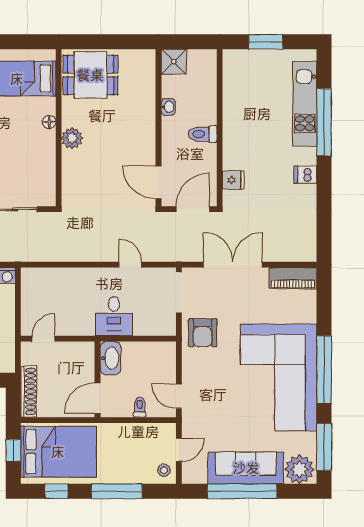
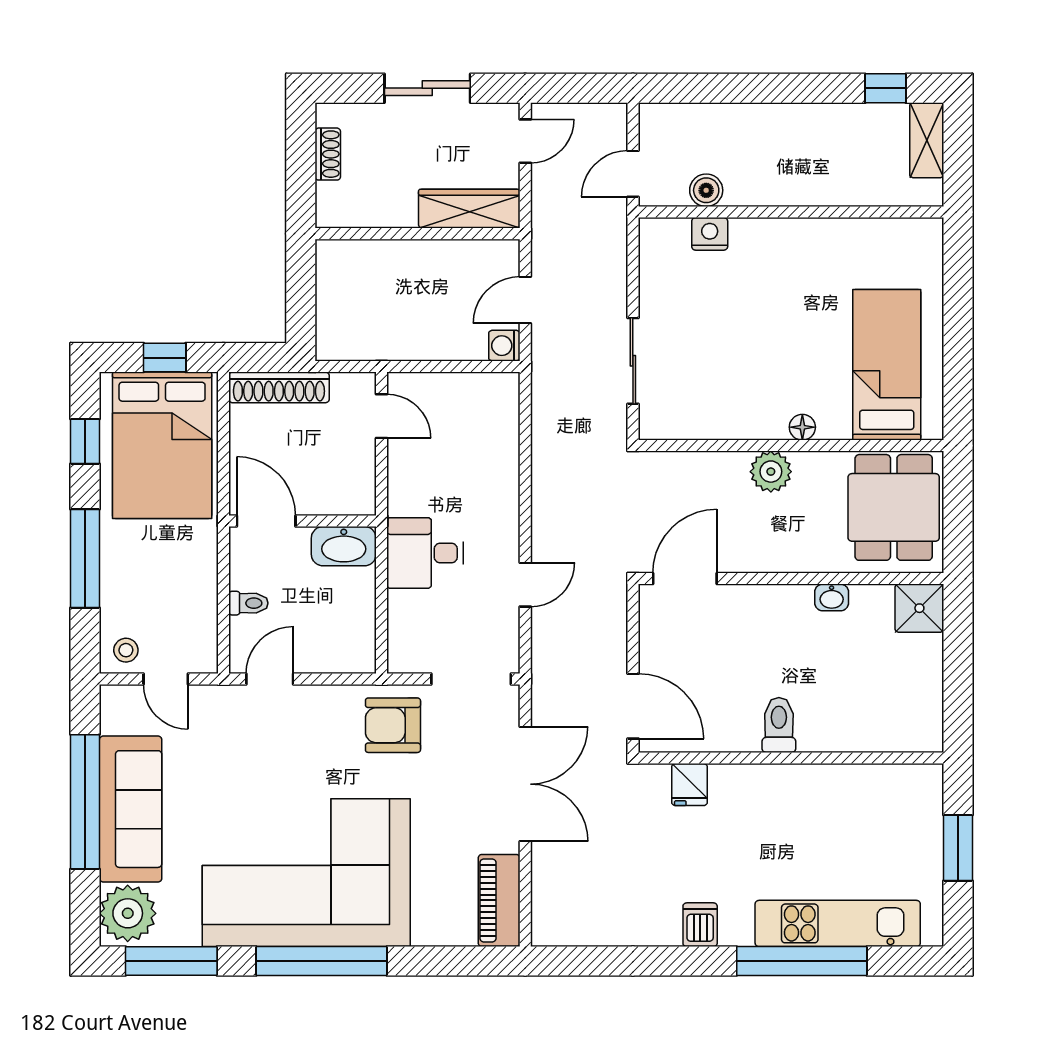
shower: (174, 62) -> (919, 608), moved
washbasin: (168, 107) -> (832, 597), moved
wall: (159, 128) -> (791, 578), moved
door: (159, 182) -> (685, 578), moved

